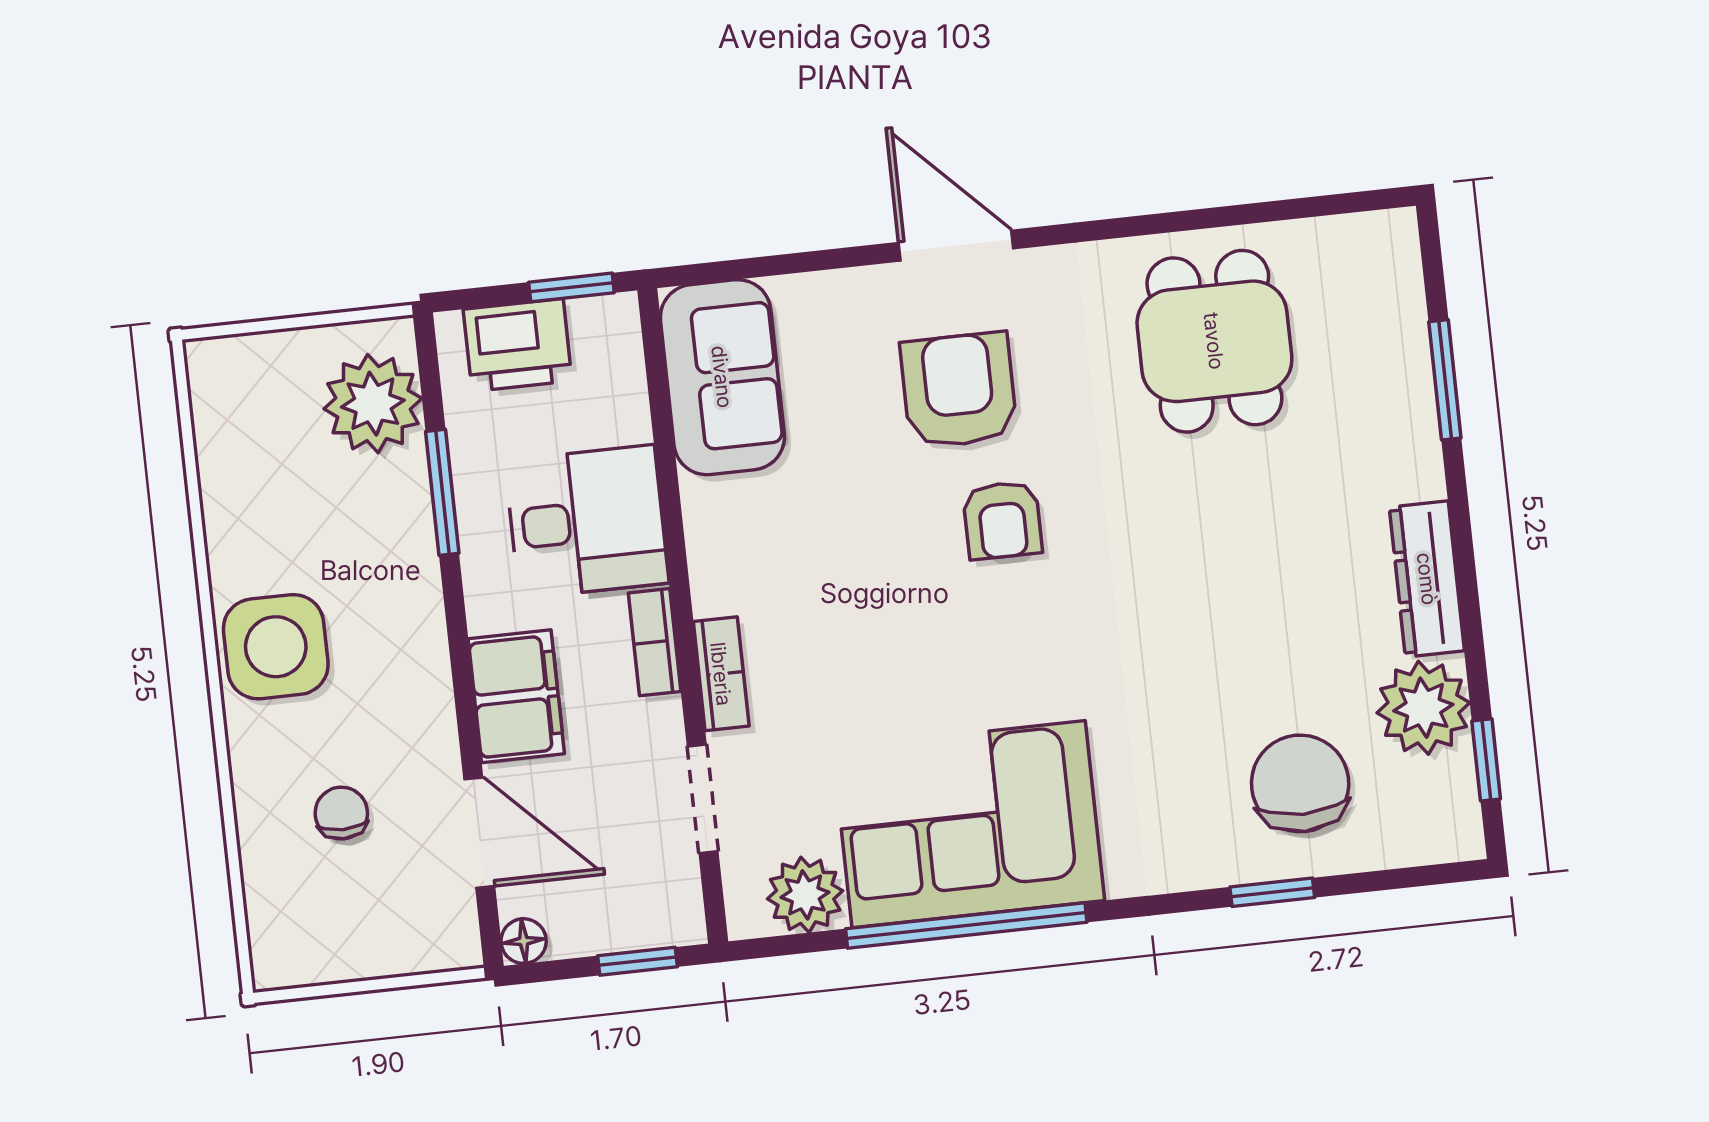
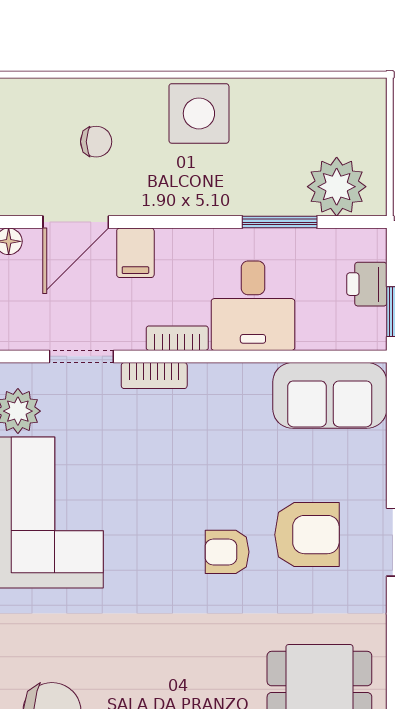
printer: (518, 345) -> (367, 284), width x0.73, depth x0.81
filing cabinet: (516, 696) -> (135, 253), width x0.50

